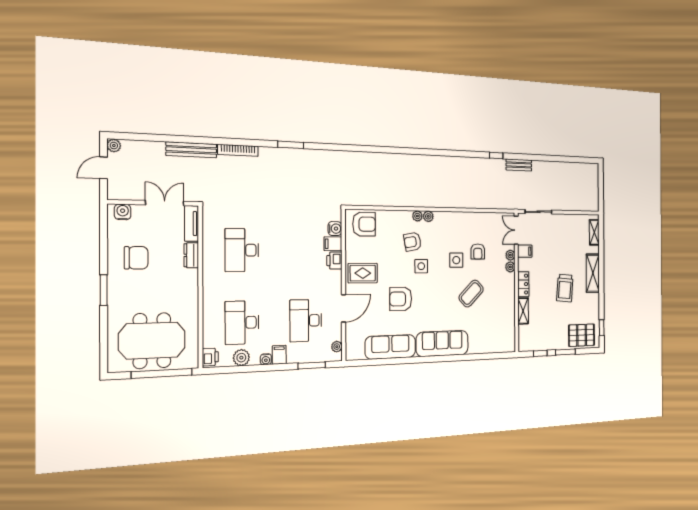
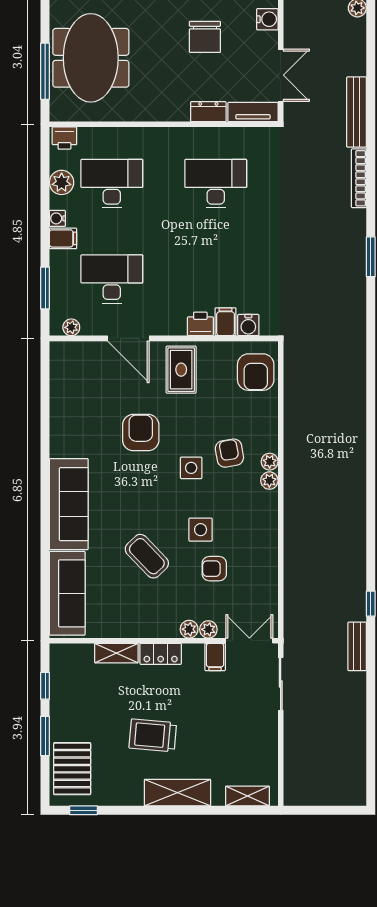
sofa: (390, 347) -> (67, 593), moved
window: (162, 373) -> (45, 71), width x0.68

